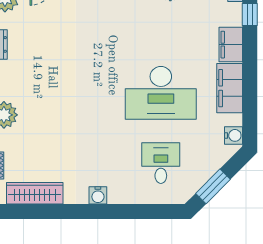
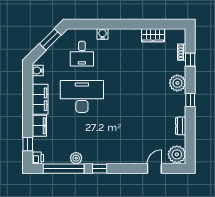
wardrobe: (35, 193) -> (153, 35), width x0.67
water cooler: (98, 195) -> (103, 34), moved

